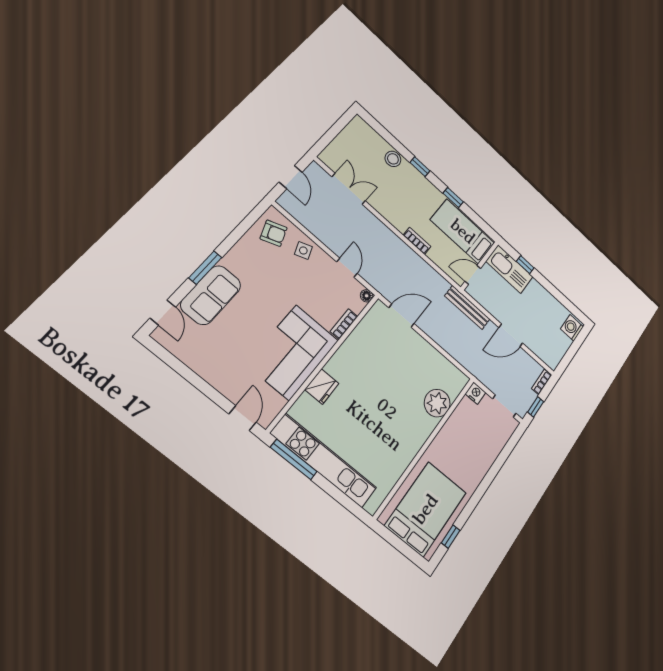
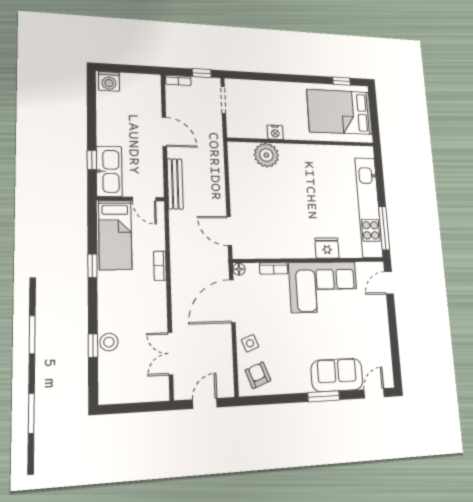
window: (420, 167) -> (93, 346), moved
door: (347, 268) -> (232, 301), width x1.88
nightstand: (475, 393) -> (275, 132), moved, turned -90

